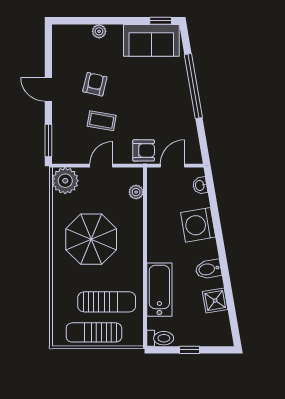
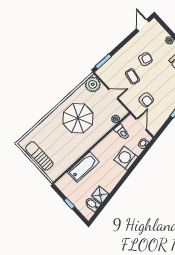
door: (48, 89) -> (143, 25), moved
armchair: (144, 150) -> (146, 100), moved
door: (173, 166) -> (141, 124), hinge flipped
bidet: (208, 269) -> (92, 204), moved
sun lounger: (107, 302) -> (57, 149), removed
toilet: (160, 338) -> (122, 132), moved

